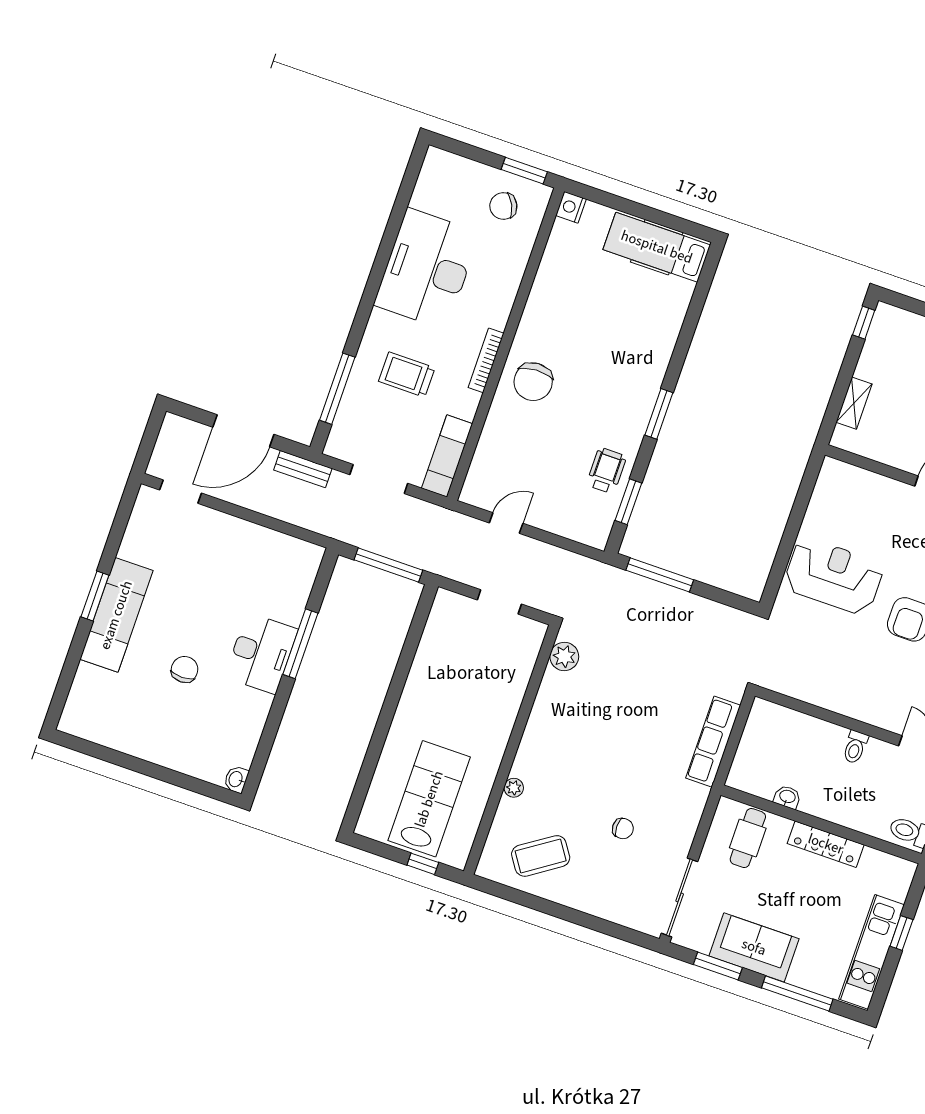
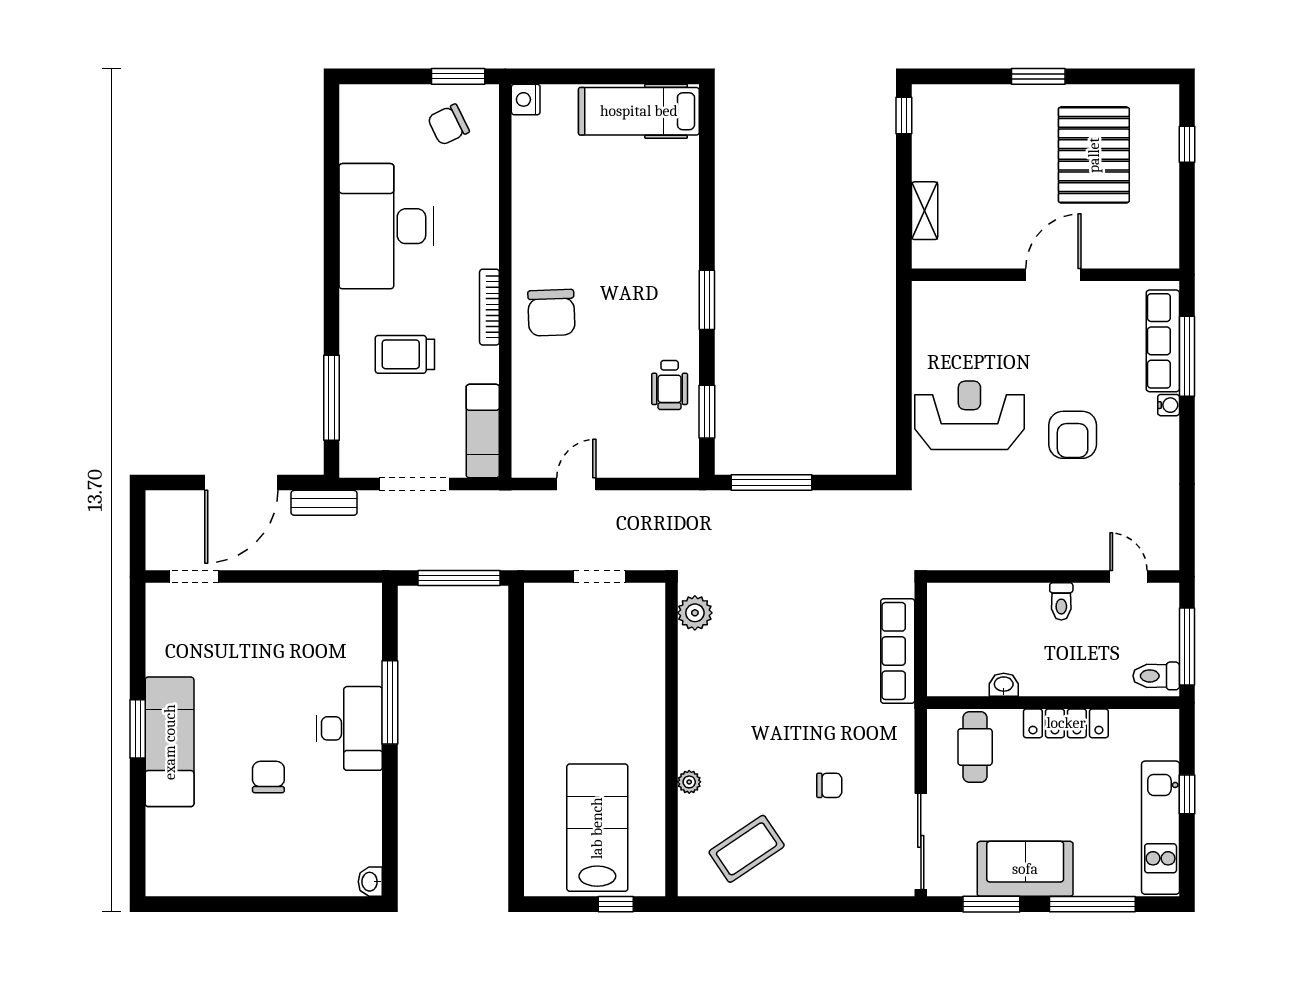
wheelchair: (606, 471) -> (670, 385), turned 180

